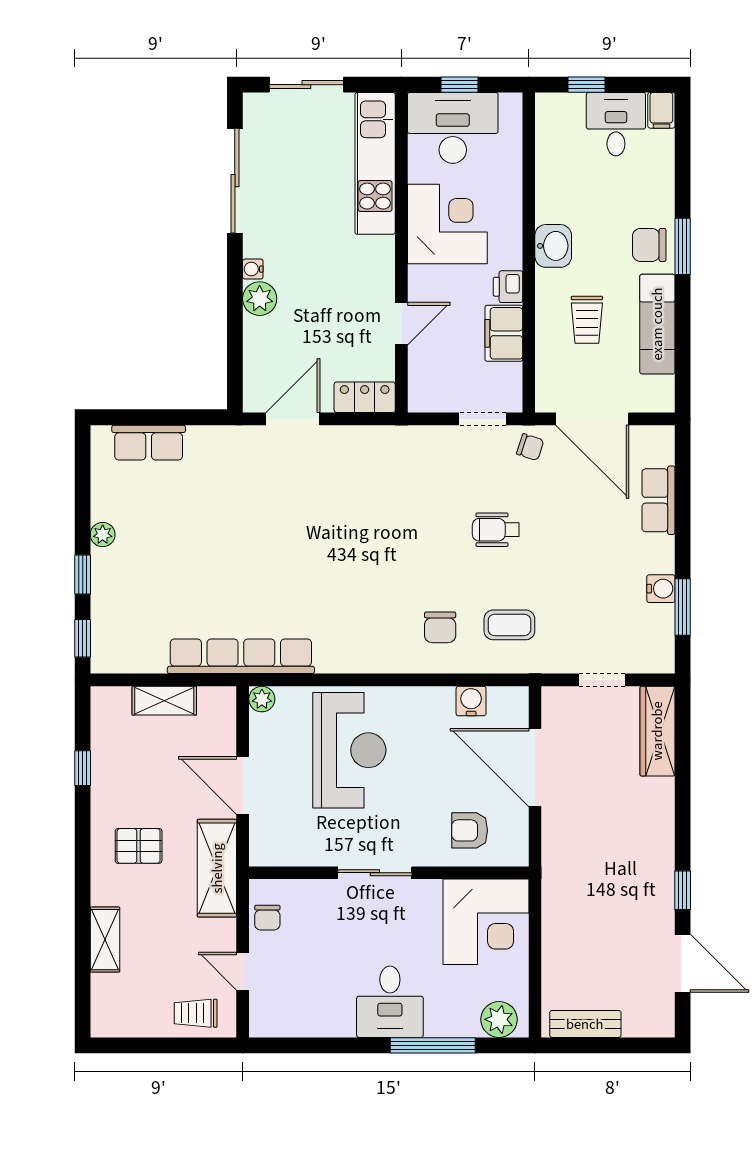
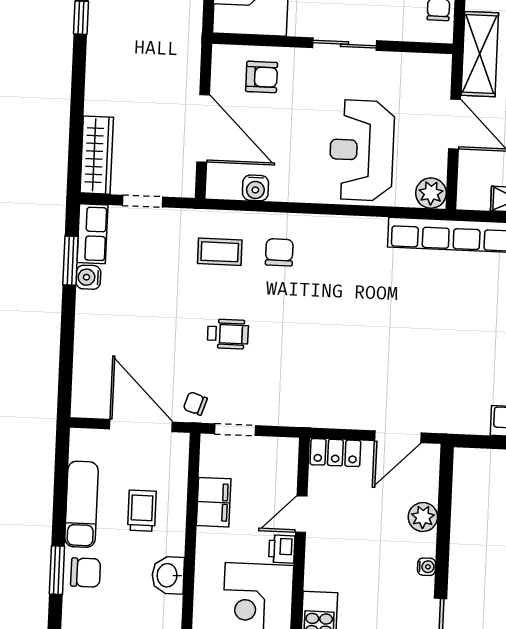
printer: (508, 287) -> (282, 549), moved, turned 180
plant: (260, 299) -> (423, 517), moved
row of seats: (658, 500) -> (92, 234), moved
plant: (262, 699) -> (431, 193), width x1.38, depth x1.38

